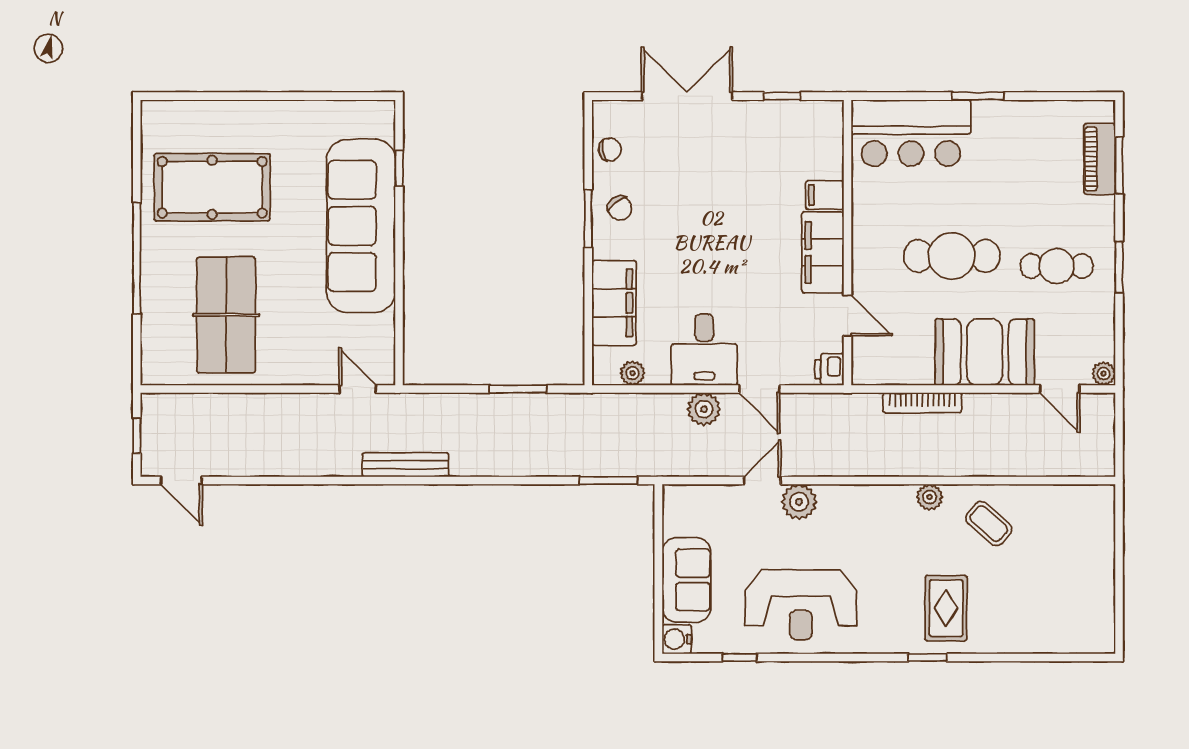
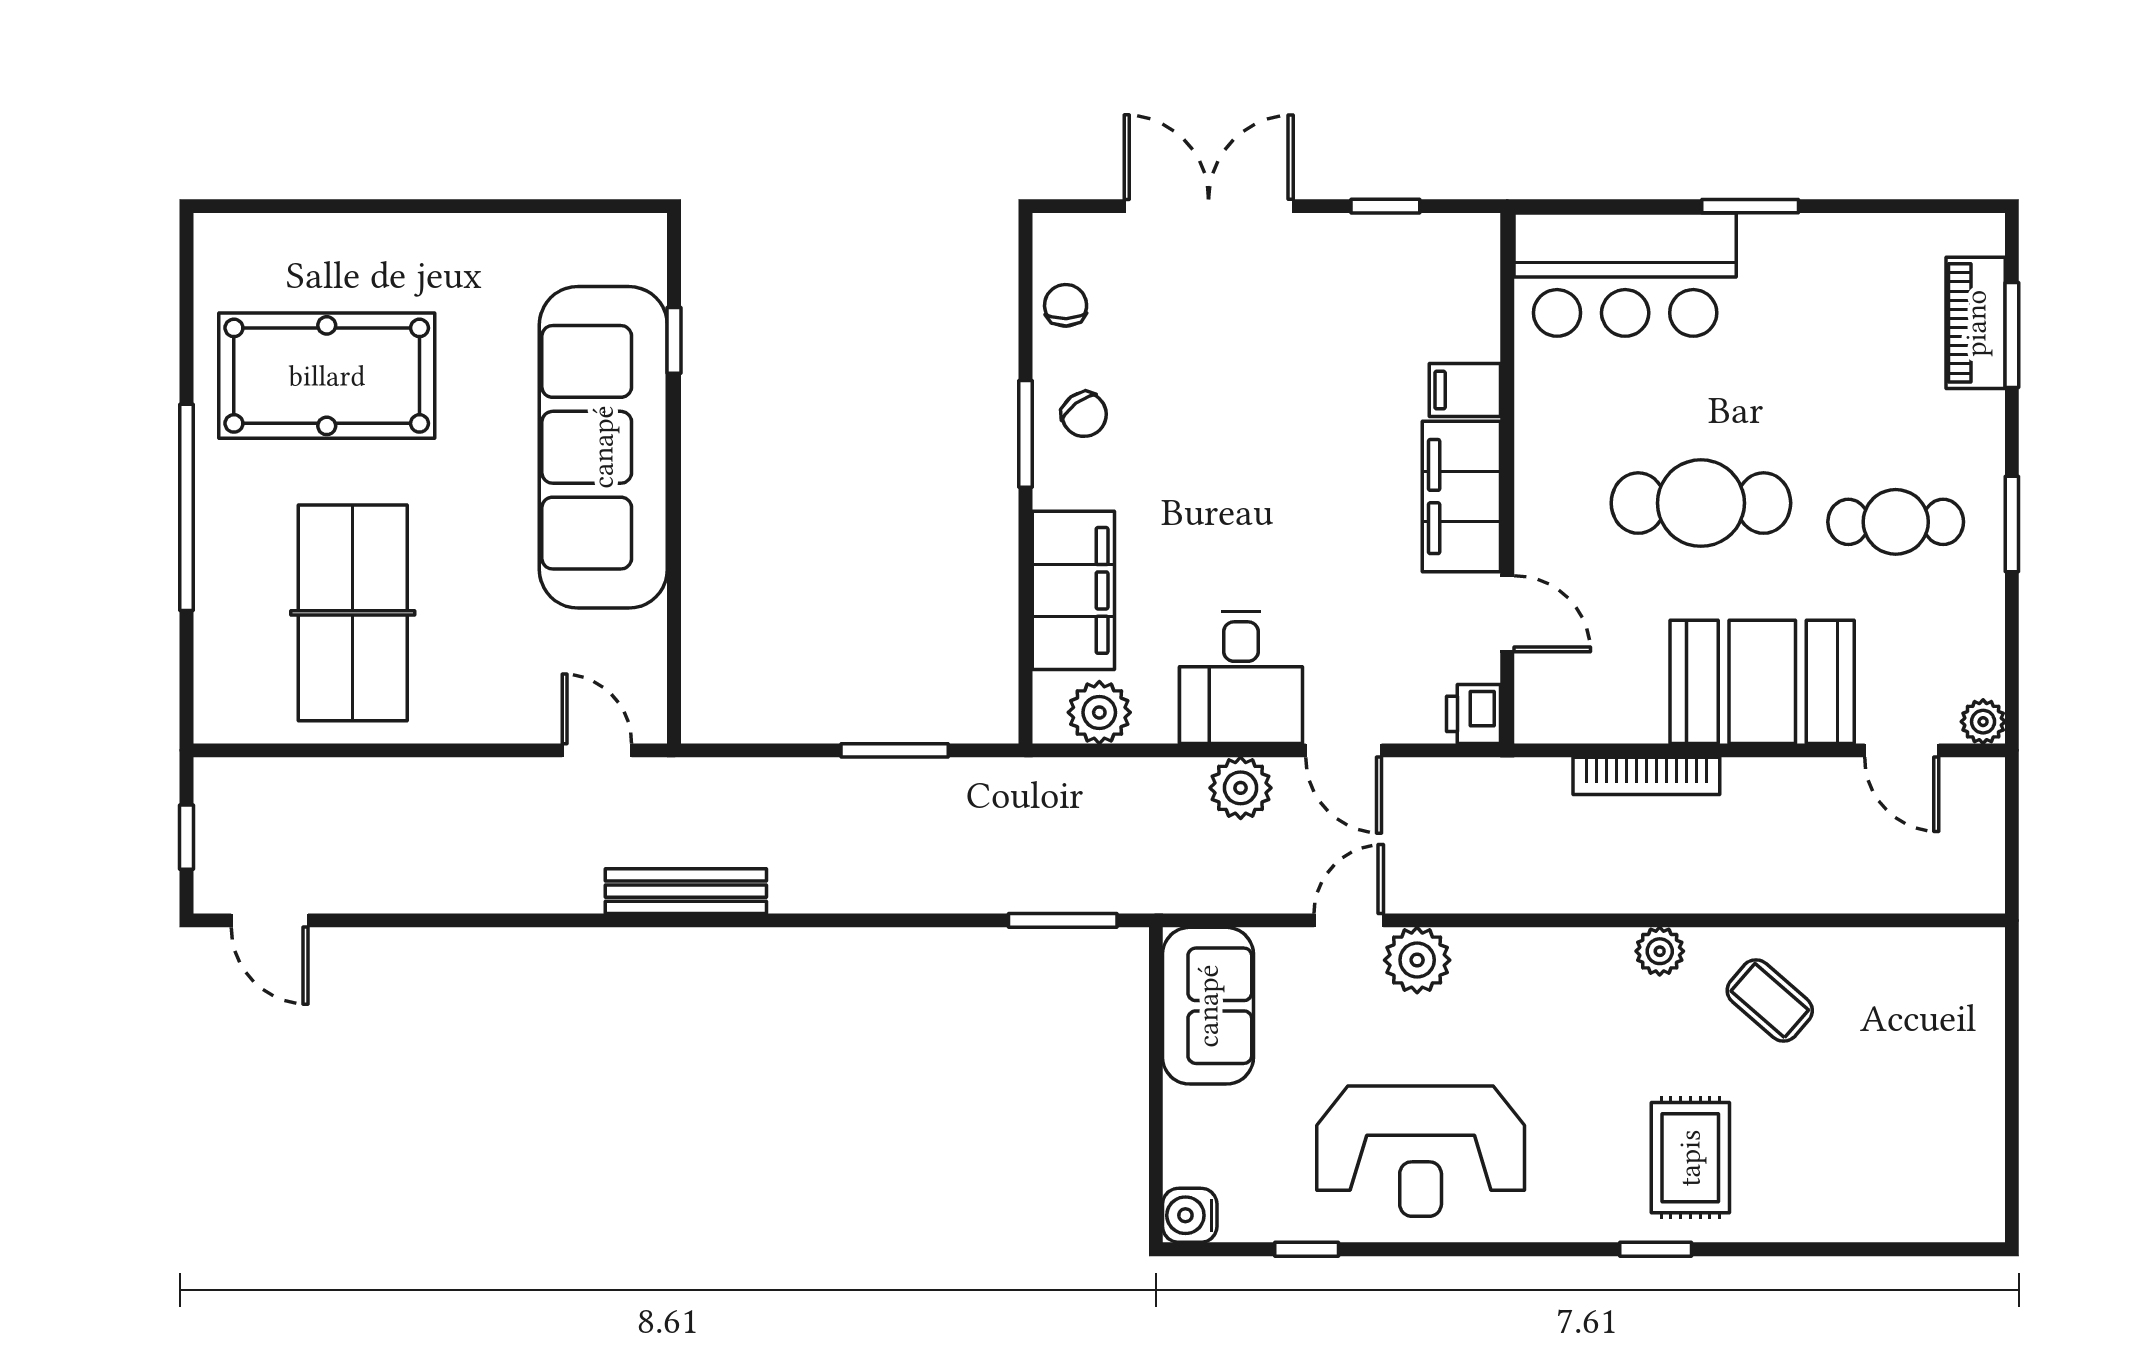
chair: (610, 149) -> (1066, 305), turned -81
plant: (633, 373) -> (1099, 712), width x1.38, depth x1.38
sofa: (686, 580) -> (1208, 1006), moved

